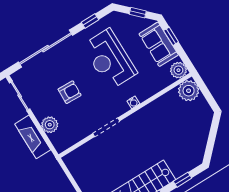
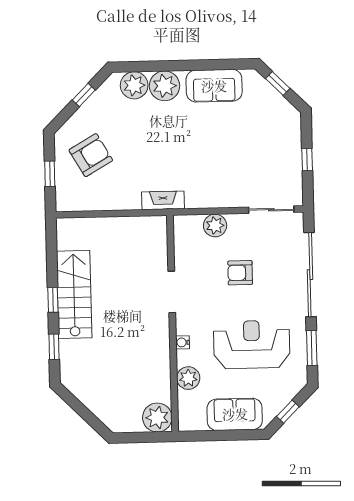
window: (90, 21) -> (312, 348), width x1.50
window: (171, 36) -> (235, 435), removed
plant: (178, 70) -> (188, 378), moved
armchair: (70, 92) -> (240, 273), turned 88
fireplace: (33, 137) -> (163, 200), moved, width x0.73, depth x0.76

